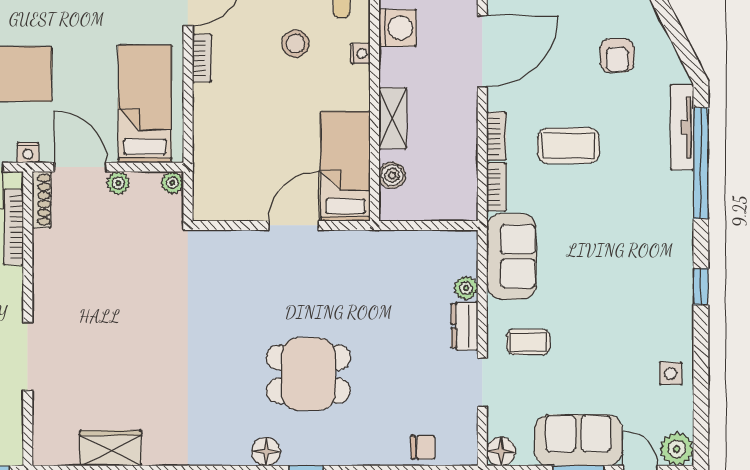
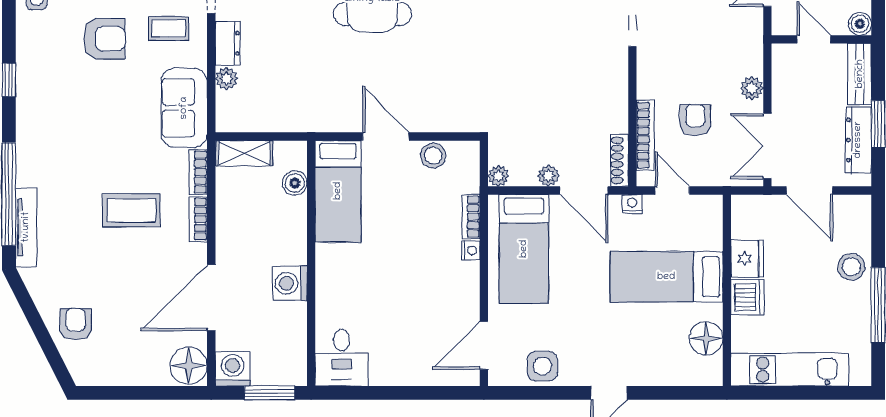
washing machine: (397, 28) -> (290, 283), moved
stool: (296, 43) -> (433, 156), moved
nightstand: (360, 54) -> (471, 250), moved, turned 180
armchair: (617, 55) -> (76, 324), moved
bookcase: (202, 58) -> (471, 217), moved
shelving: (393, 118) -> (244, 153), moved, turned 90
door: (294, 225) -> (386, 136), swing flipped
armchair: (598, 331) -> (104, 39), added

